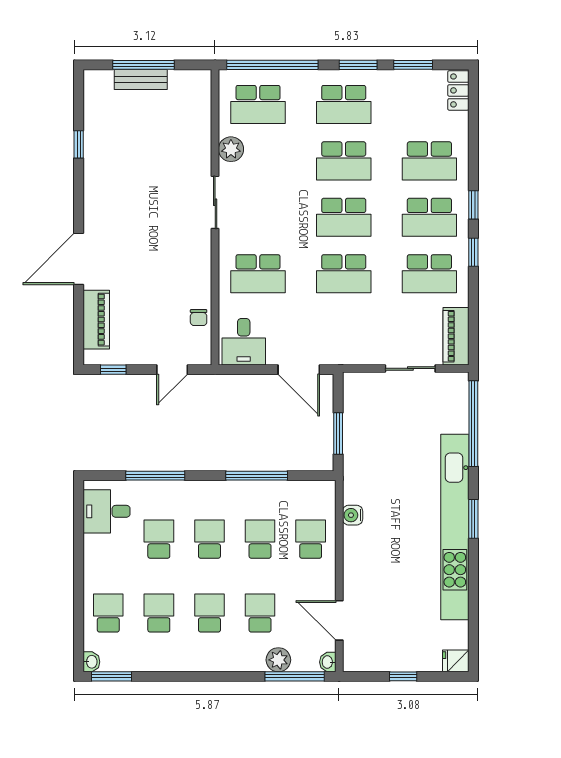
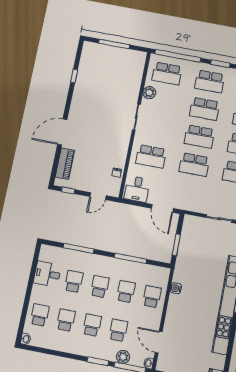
bench: (141, 80) -> (111, 51), removed
desk: (107, 511) -> (47, 274), moved
window: (111, 676) -> (98, 361), moved

